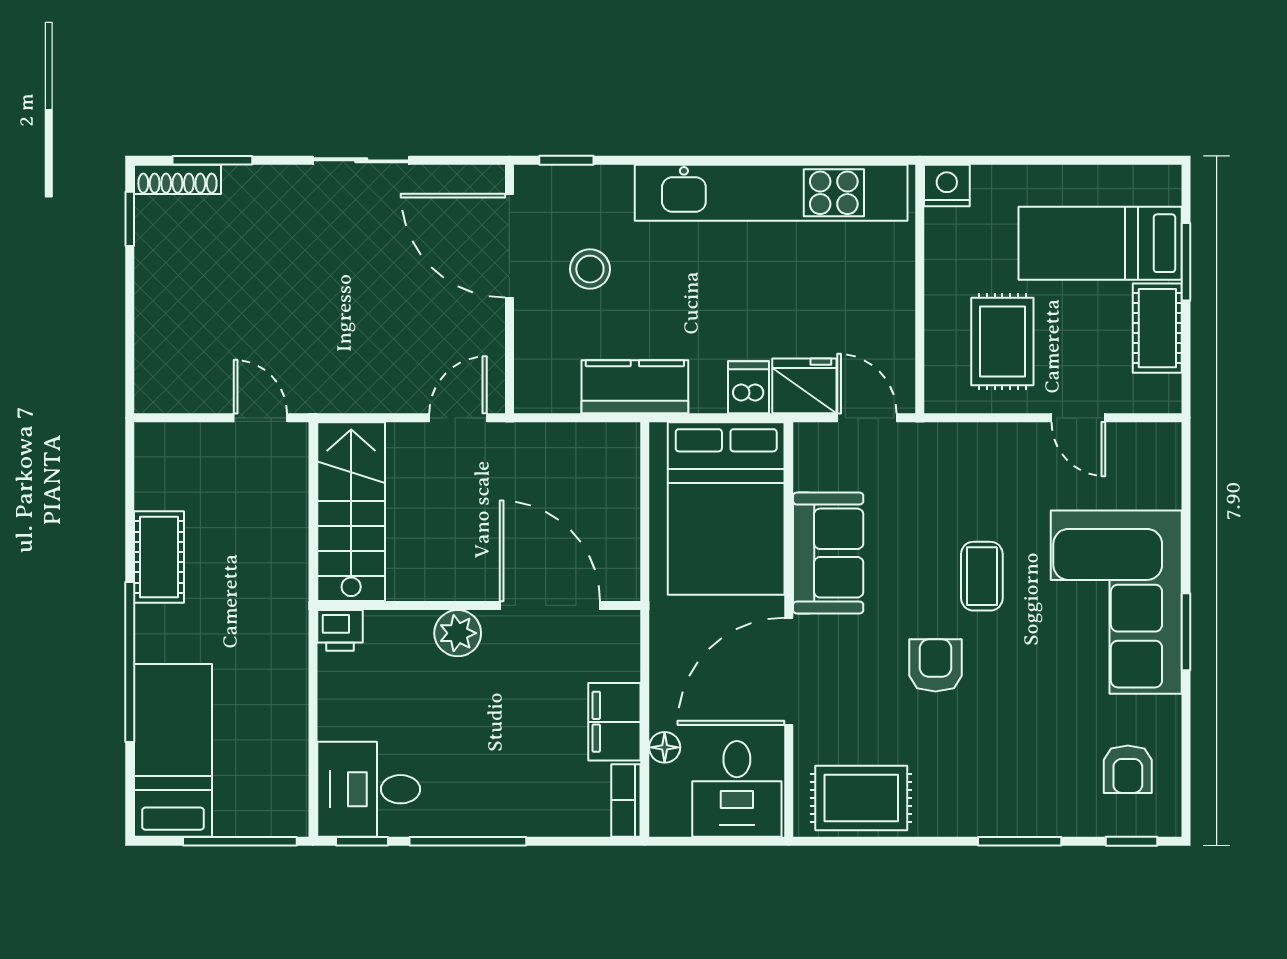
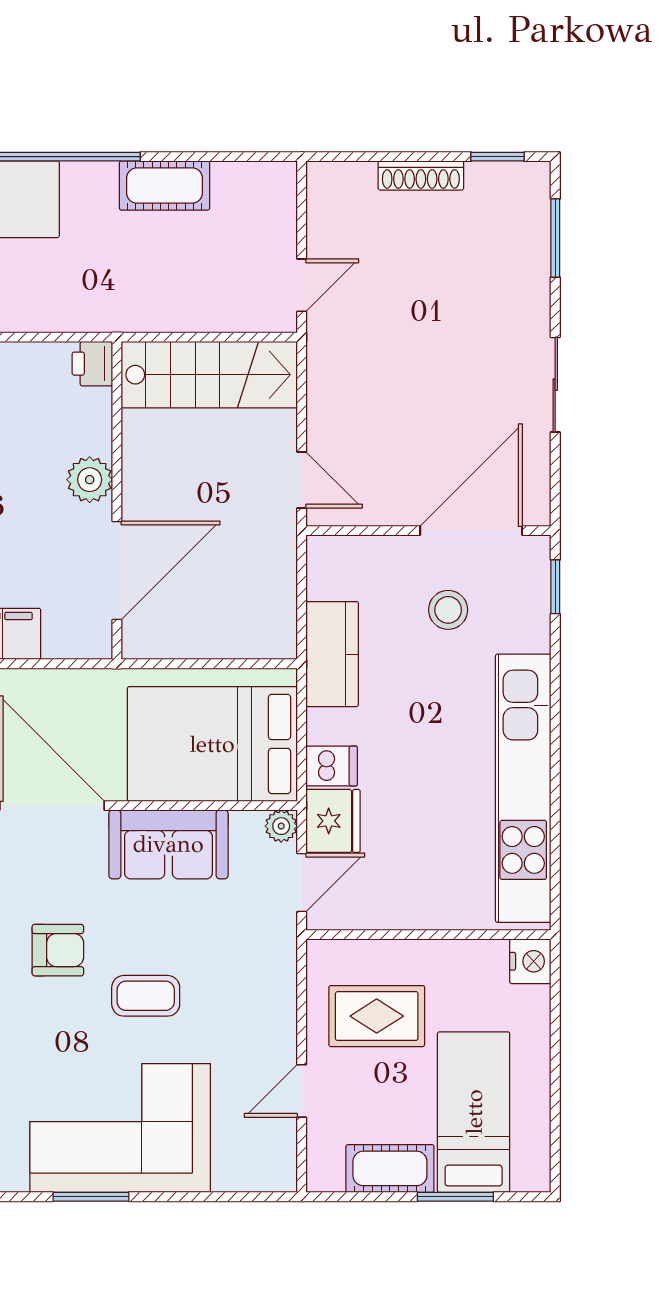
shoe rack: (177, 179) -> (421, 175), moved, turned -90
plant: (810, 439) -> (281, 826), added

